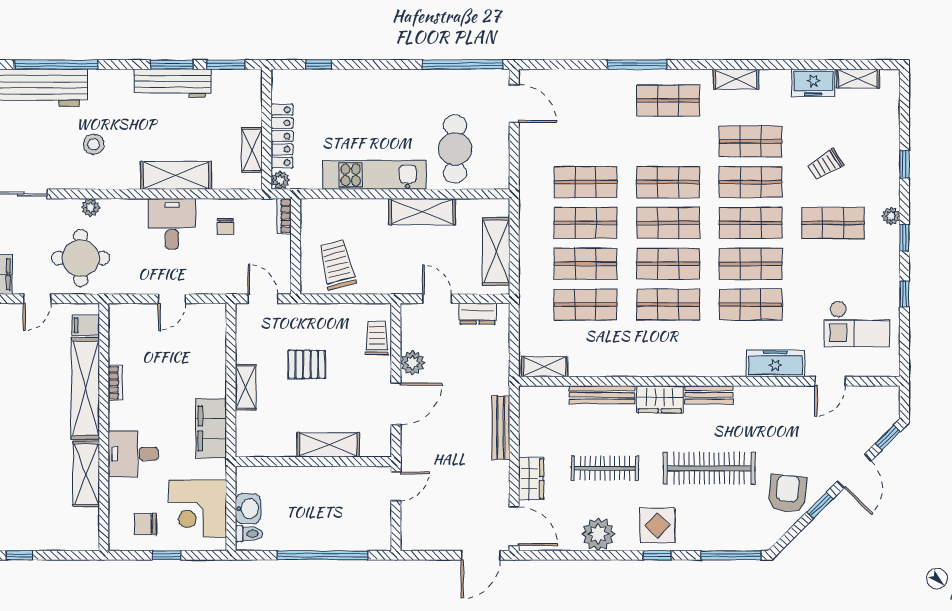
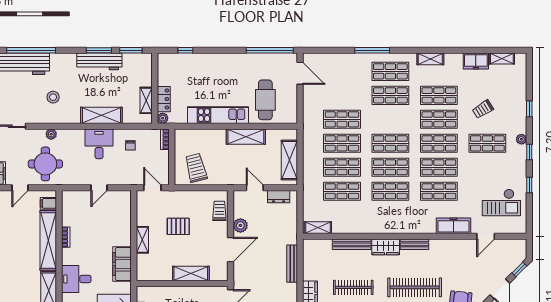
locker: (282, 136) -> (164, 99), width x0.66
shop shelf: (668, 182) -> (390, 95), moved

